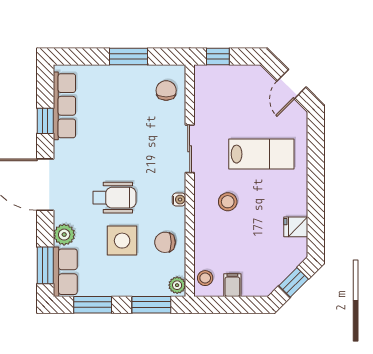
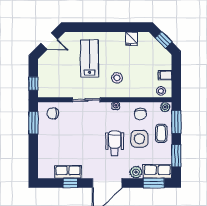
window: (128, 56) -> (33, 123), moved
row of seats: (64, 106) -> (68, 172), width x0.68
coffee table: (132, 279) -> (161, 133), added

